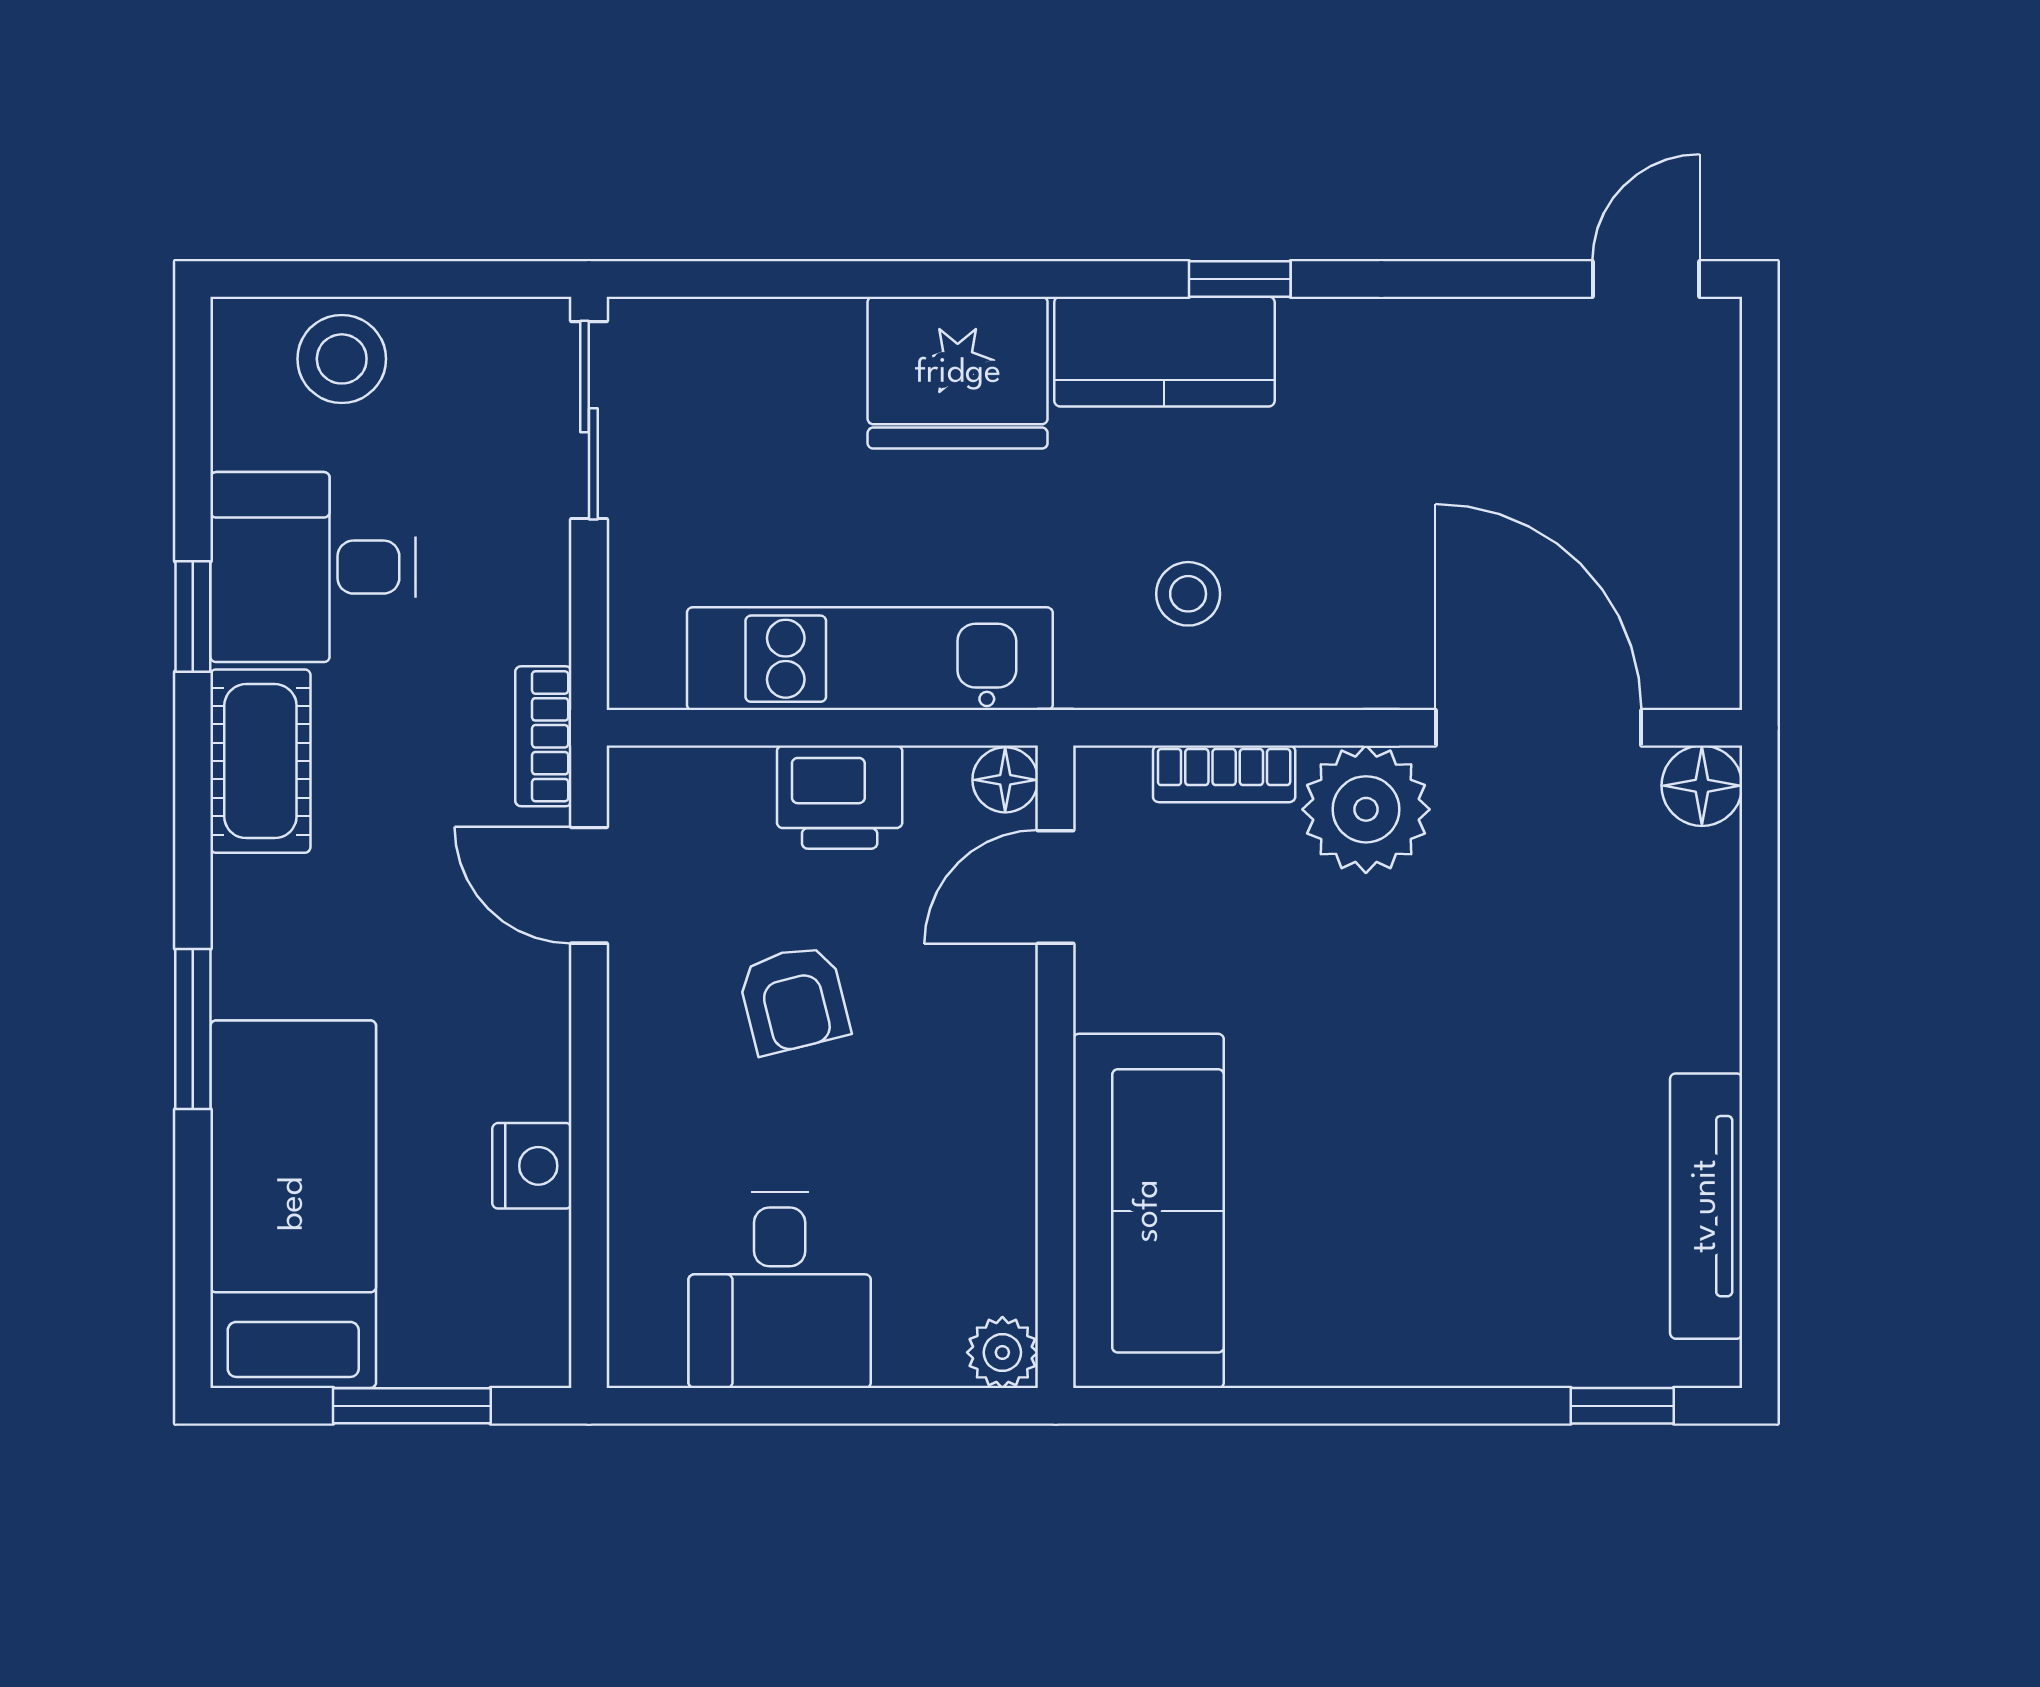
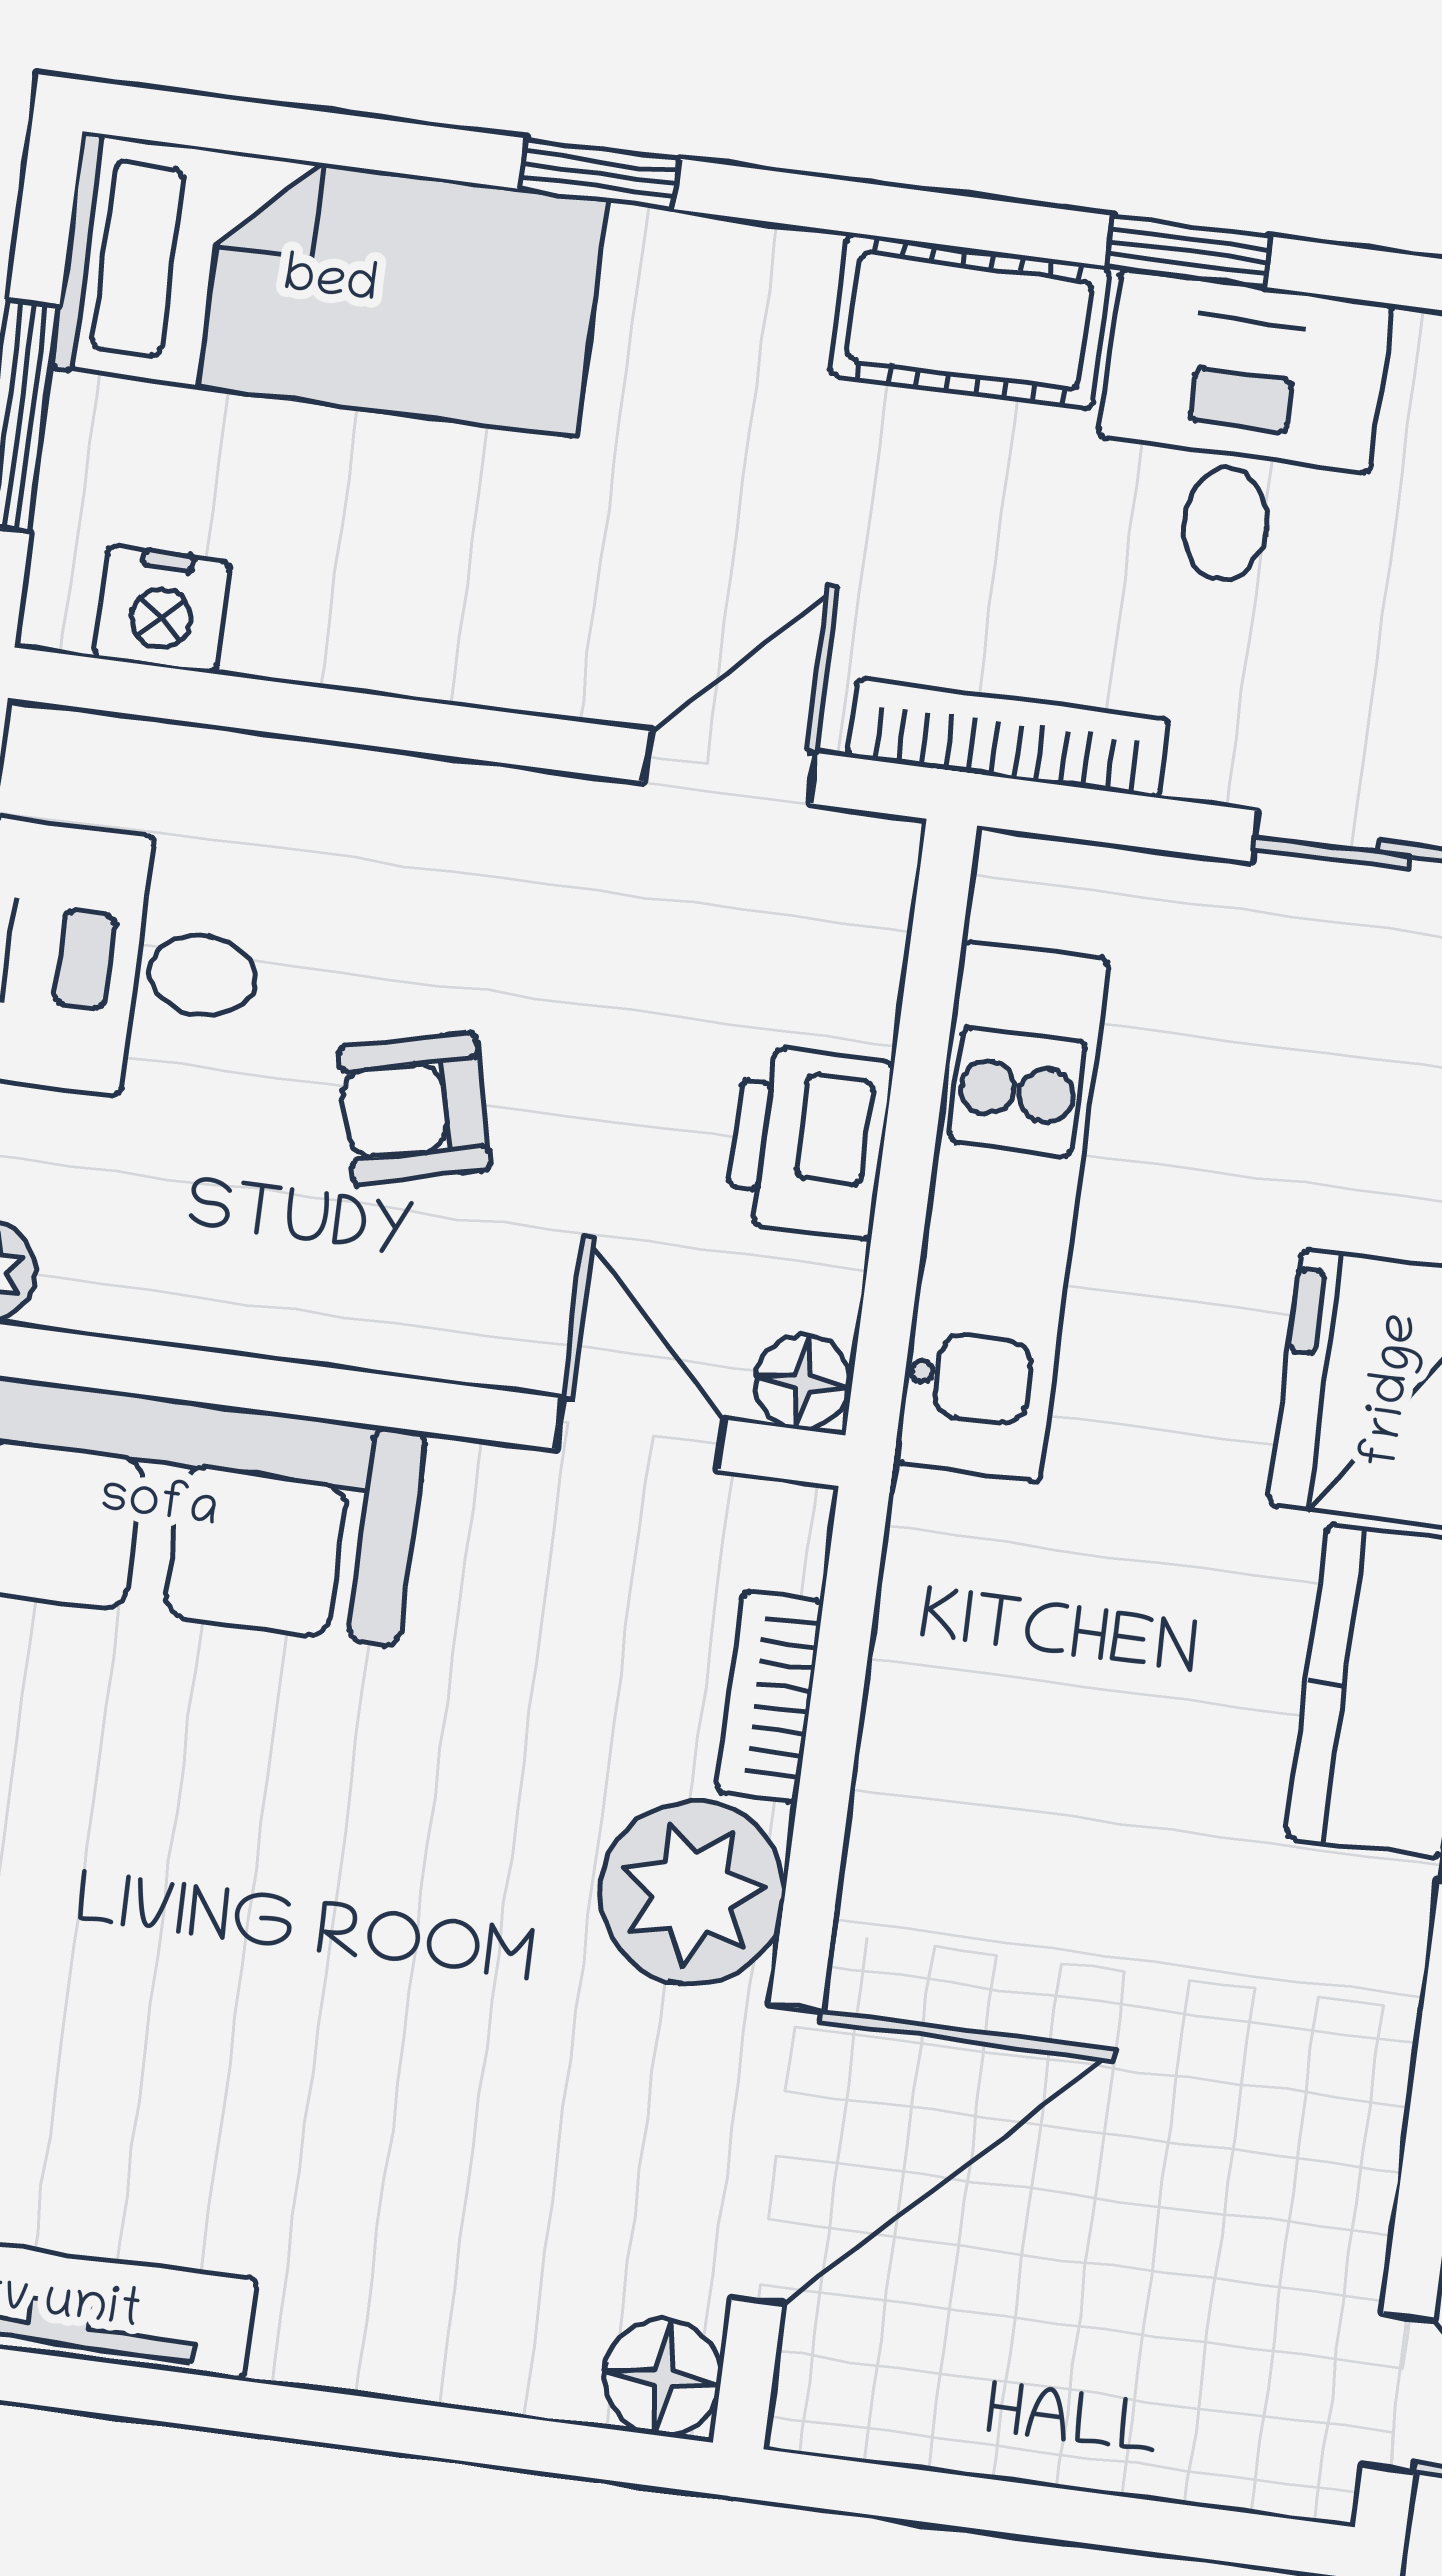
stool: (1188, 594) -> (1034, 1679), removed
bookcase: (543, 736) -> (1008, 737), width x1.56
armchair: (794, 999) -> (414, 1108), moved
window: (193, 1029) -> (599, 174), width x0.67
nightstand: (532, 1166) -> (162, 609), moved

